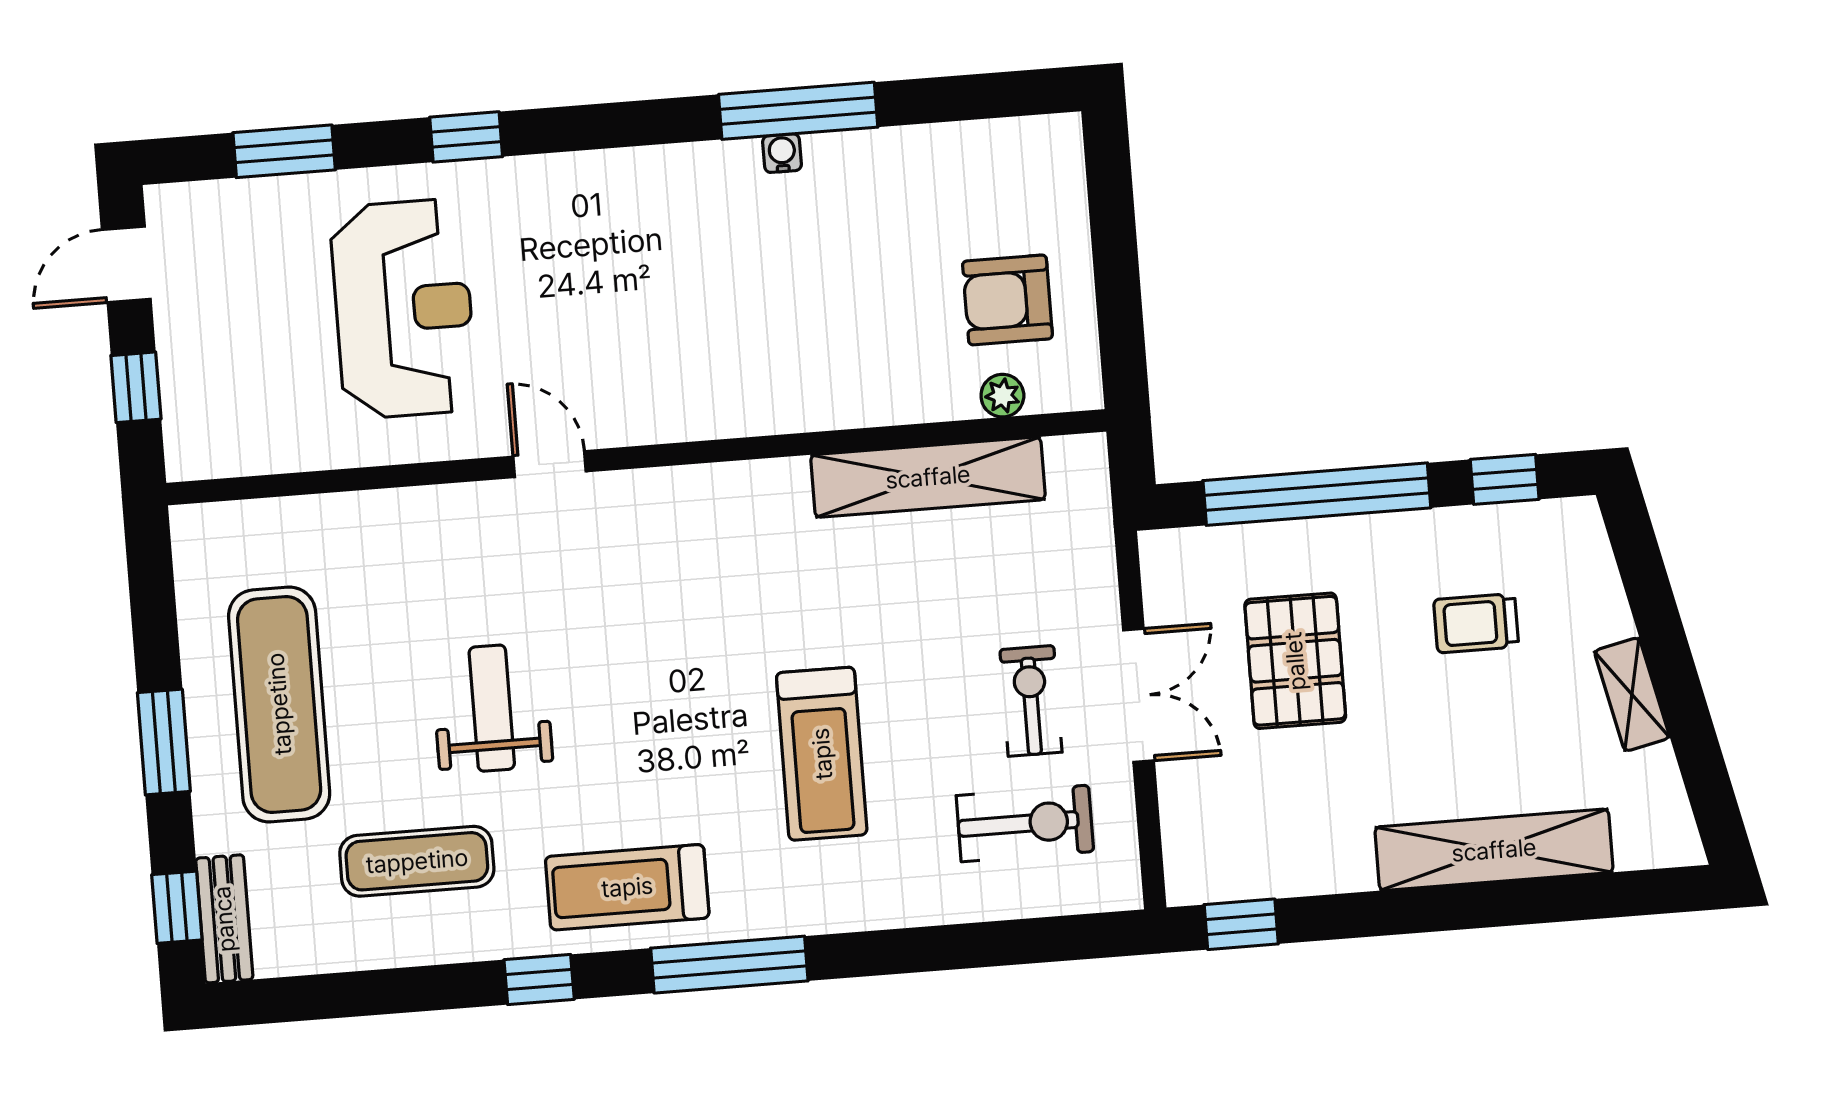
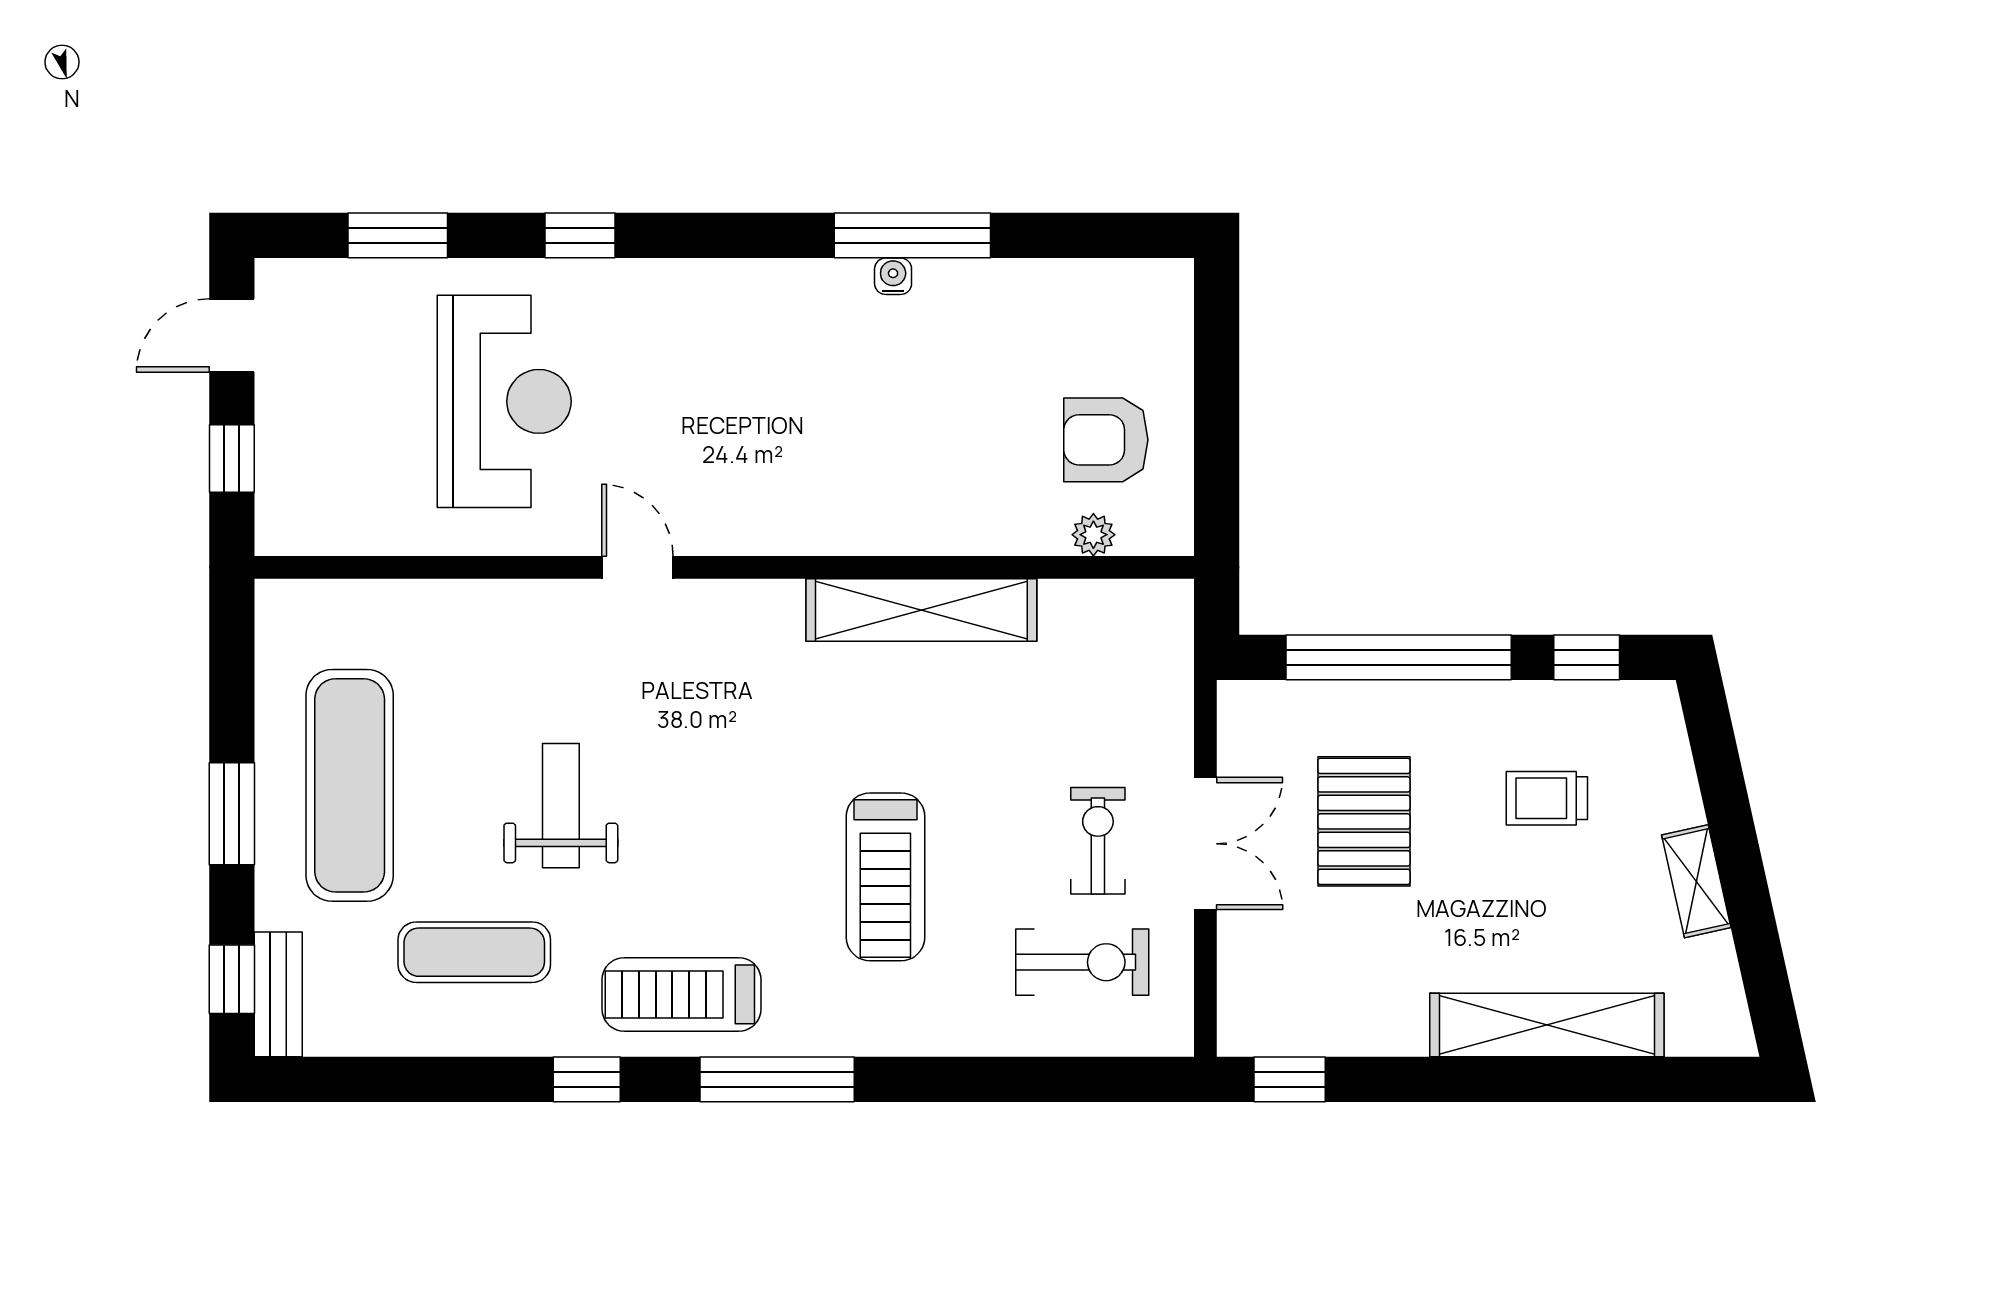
shelving: (928, 477) -> (921, 610), moved

